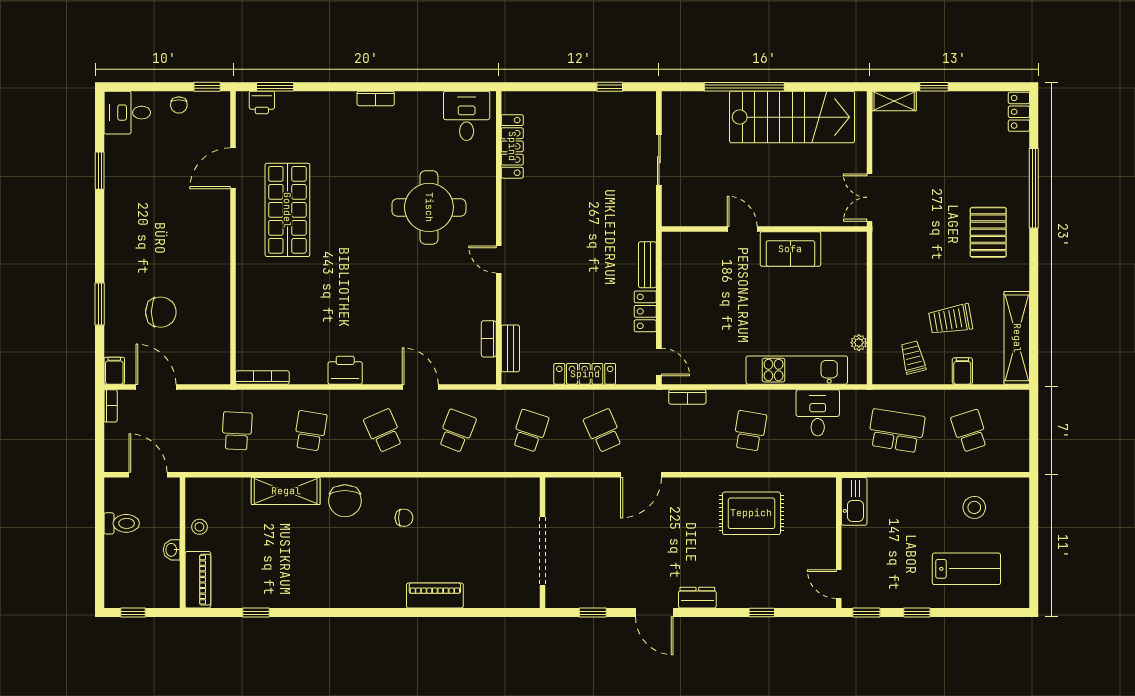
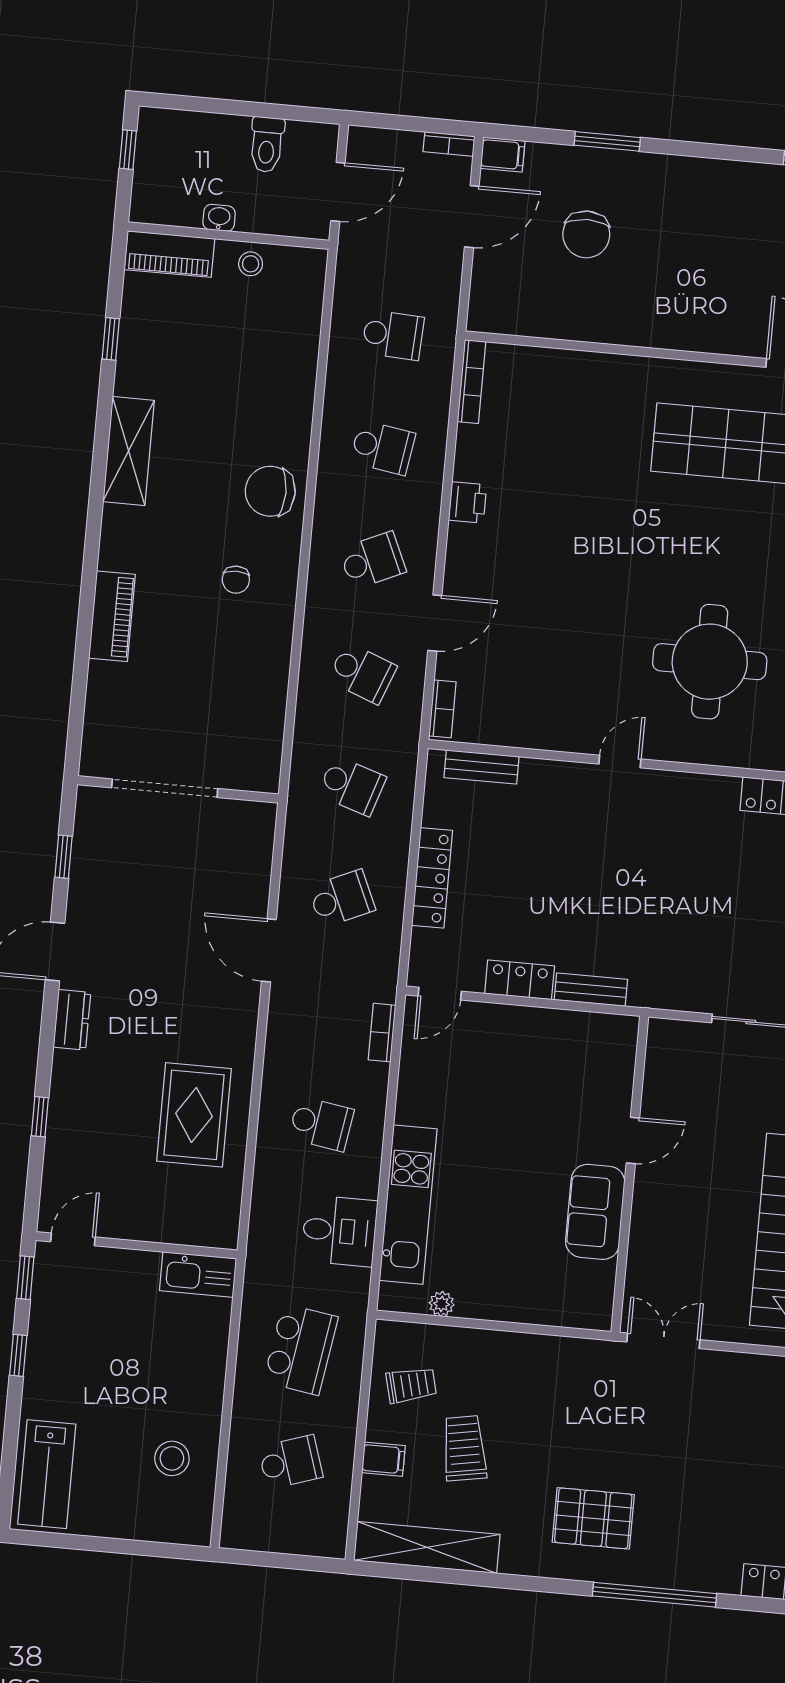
bookcase: (489, 339) -> (442, 709), moved, turned 90
printer: (345, 370) -> (468, 502), width x0.73, depth x0.81
shelving: (286, 491) -> (129, 451), moved
lab bench: (966, 569) -> (47, 1474), moved

